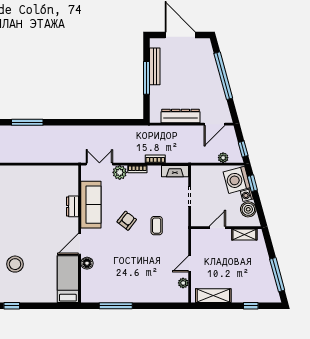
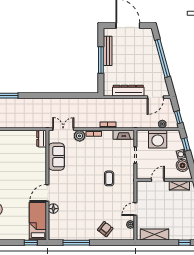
washing machine: (237, 180) -> (158, 139), moved, turned -75
sofa: (91, 205) -> (56, 157), width x0.73
dresser: (73, 206) -> (42, 139), moved
armchair: (127, 221) -> (105, 229), moved
window: (59, 306) -> (31, 243), added

